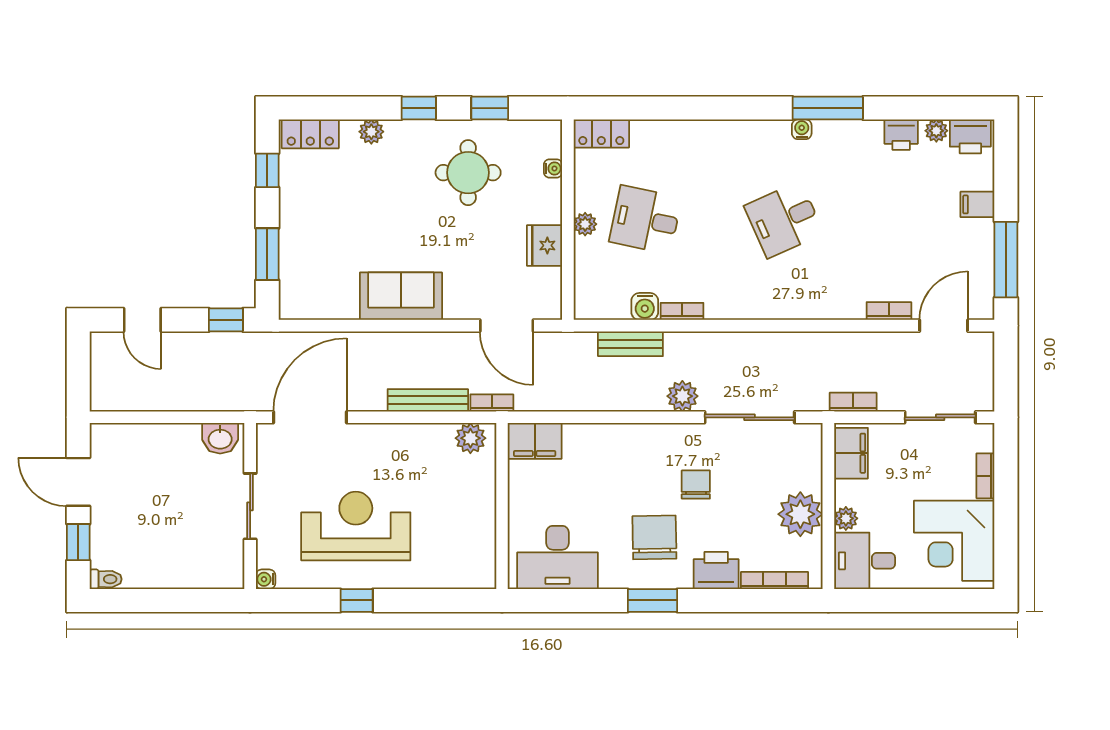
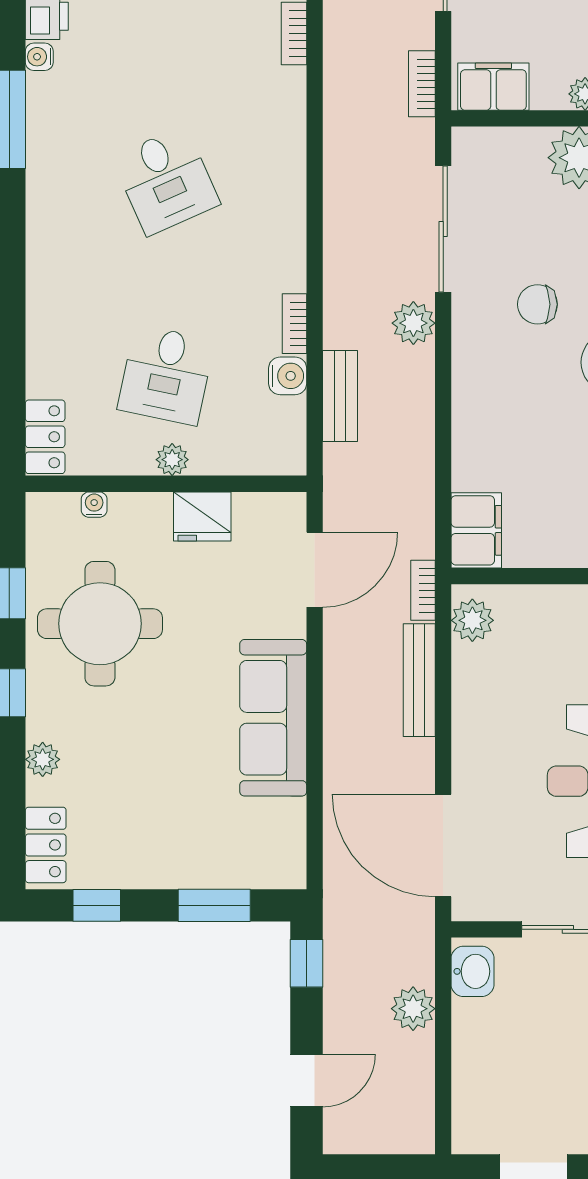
water cooler: (802, 129) -> (39, 57), moved
round table: (468, 173) -> (100, 624), width x1.36, depth x1.36
sofa: (401, 296) -> (273, 718), width x1.36
plant: (194, 396) -> (413, 1009), added

